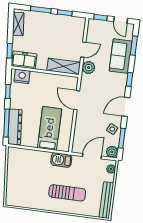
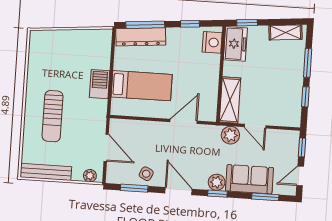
plant: (112, 152) -> (217, 182), moved
barbecue: (61, 160) -> (100, 84), moved

